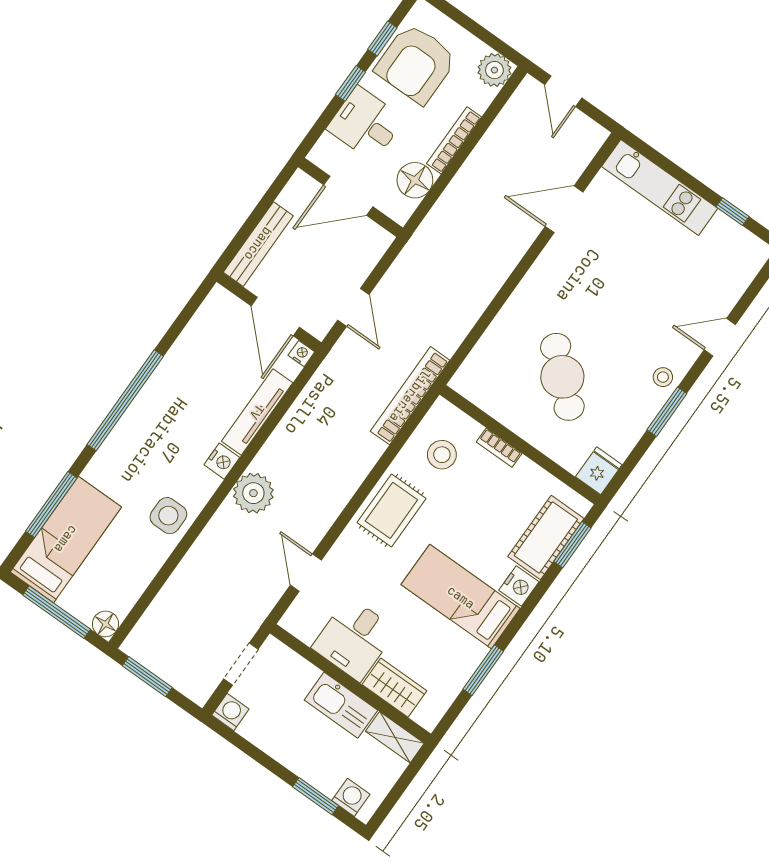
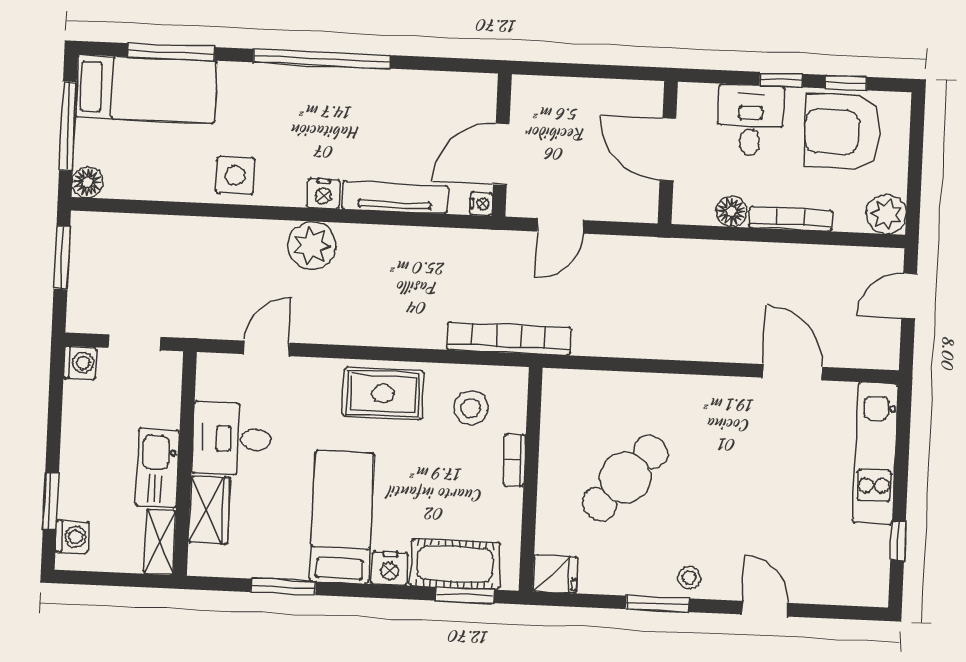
floor lamp: (415, 180) -> (731, 212), width x0.73, depth x0.73
bench: (258, 244) -> (562, 91), removed

